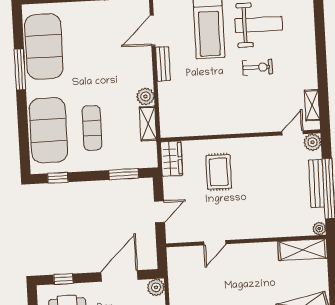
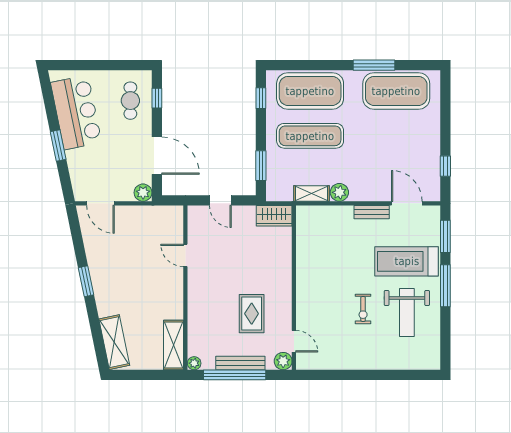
shelving: (312, 105) -> (321, 363), removed
exercise mat: (92, 128) -> (310, 136), width x1.36, depth x1.45
rug: (219, 172) -> (252, 314), moved, turned 90

